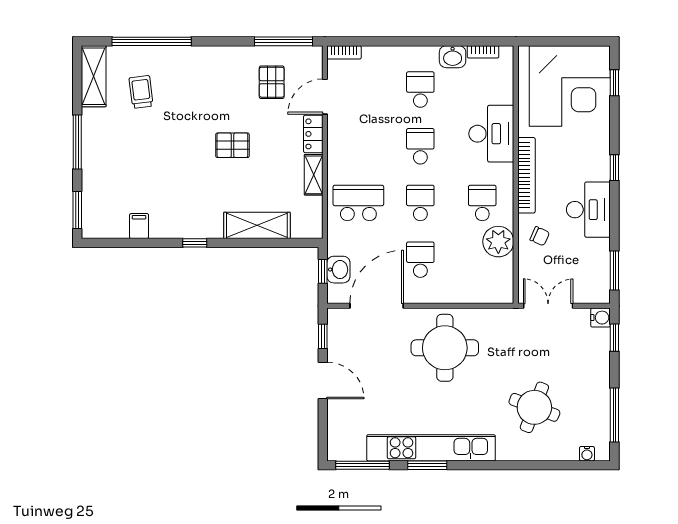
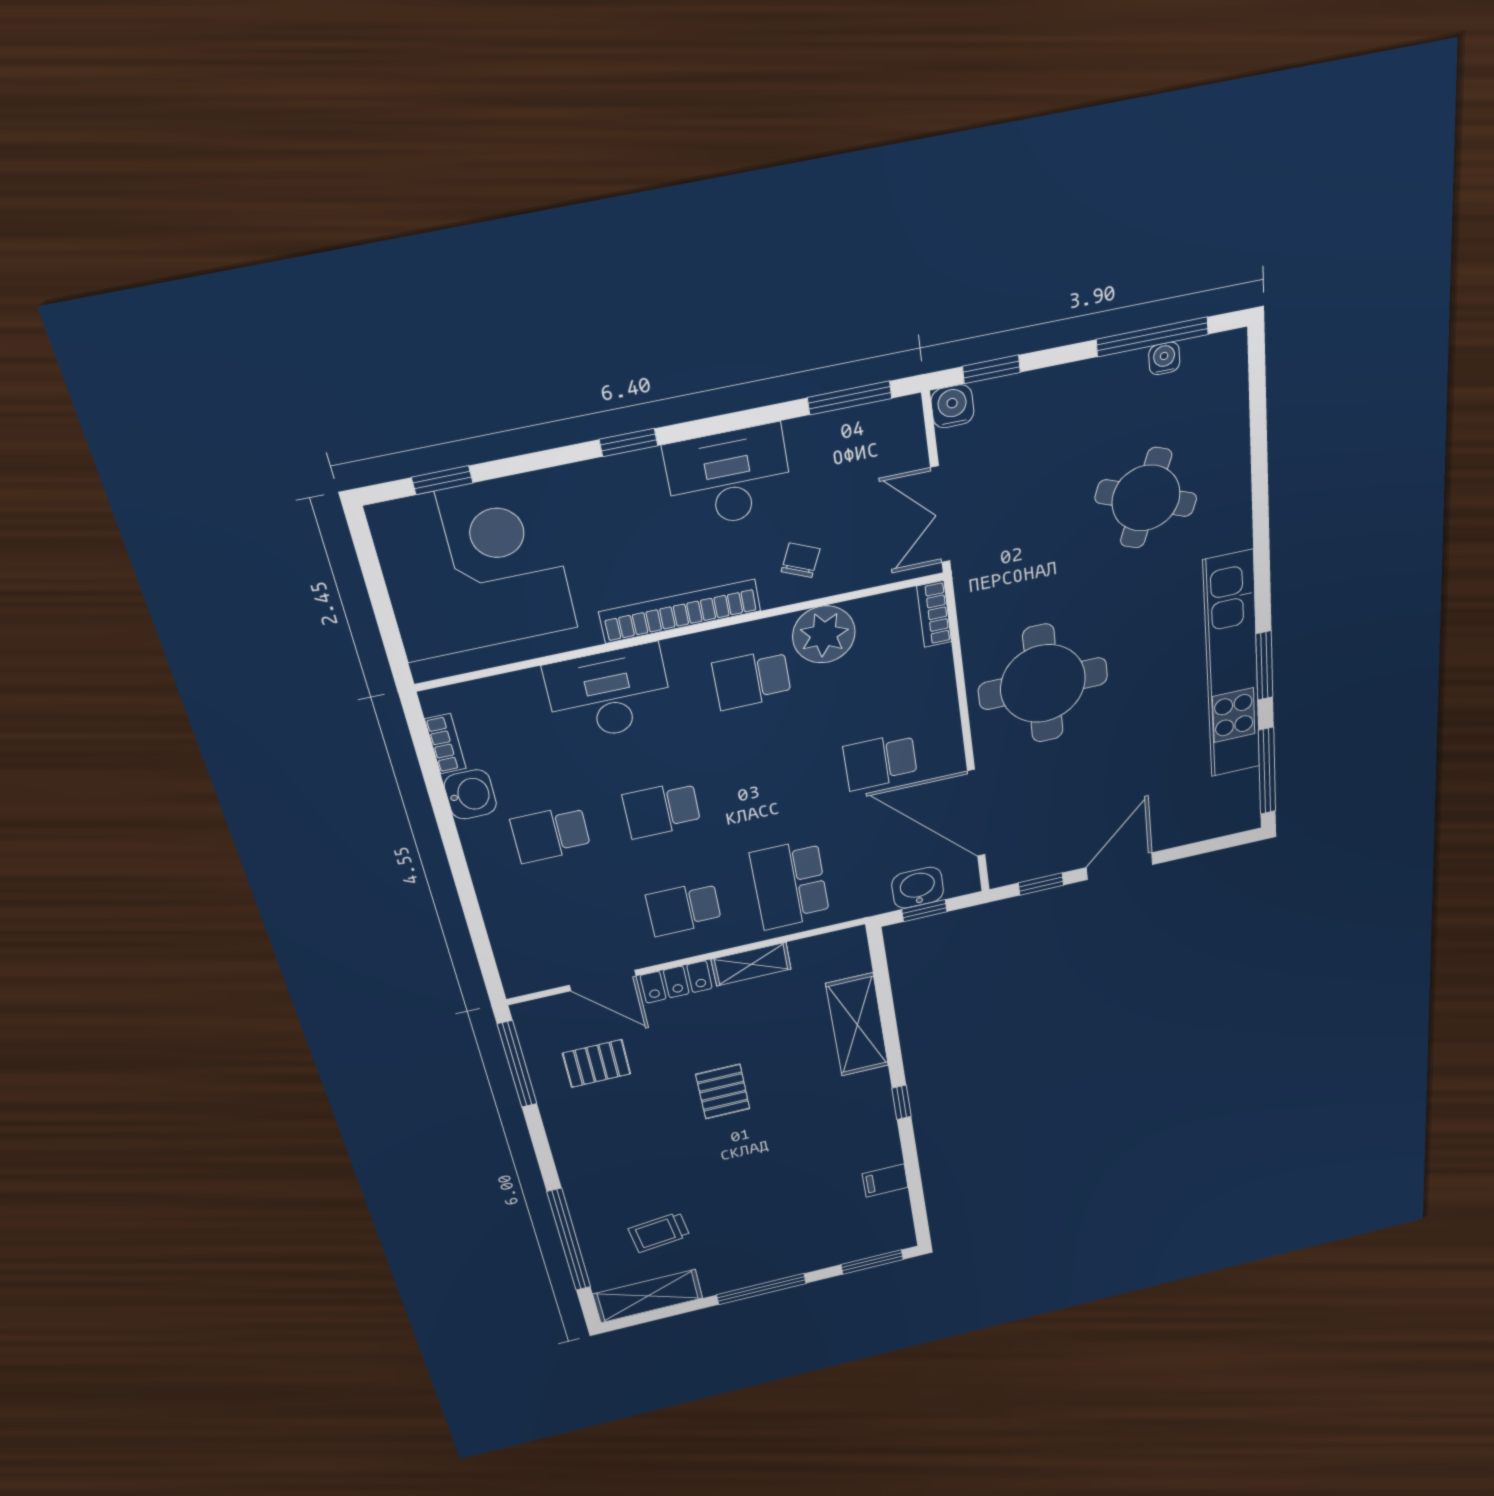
bookcase: (344, 52) -> (934, 614), moved, turned 180
school desk: (420, 203) -> (684, 909), moved
water cooler: (587, 454) -> (1164, 358), moved, turned -90

